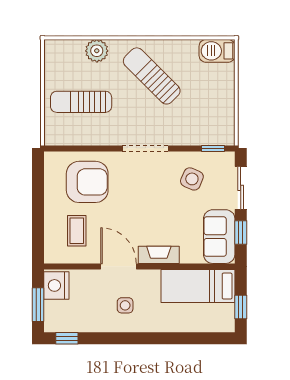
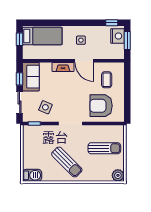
plant: (97, 51) -> (118, 175), moved
nightstand: (56, 285) -> (117, 36), moved
bed: (198, 286) -> (42, 36), moved

